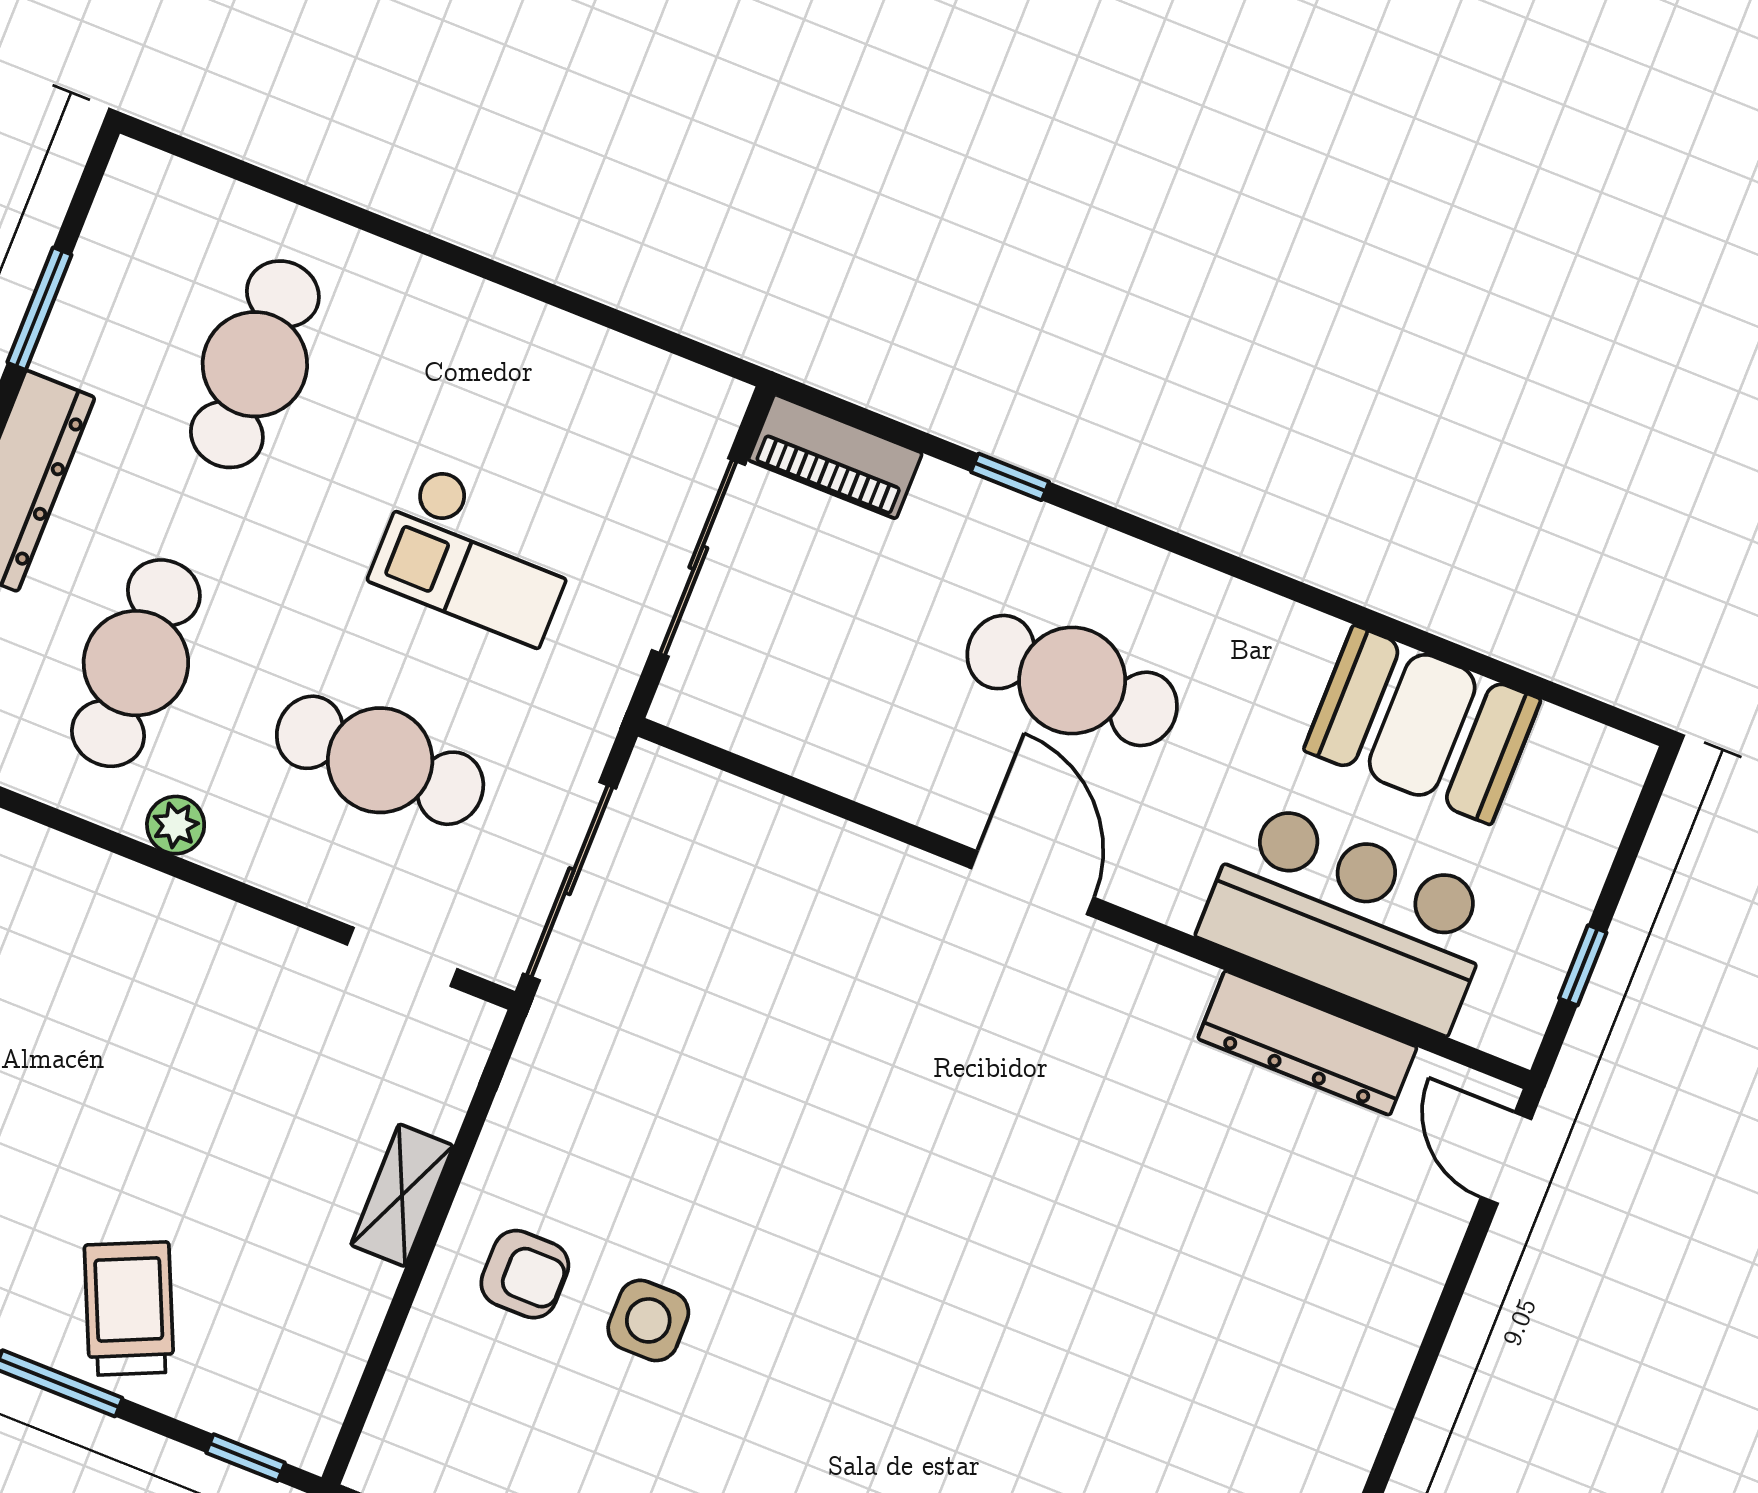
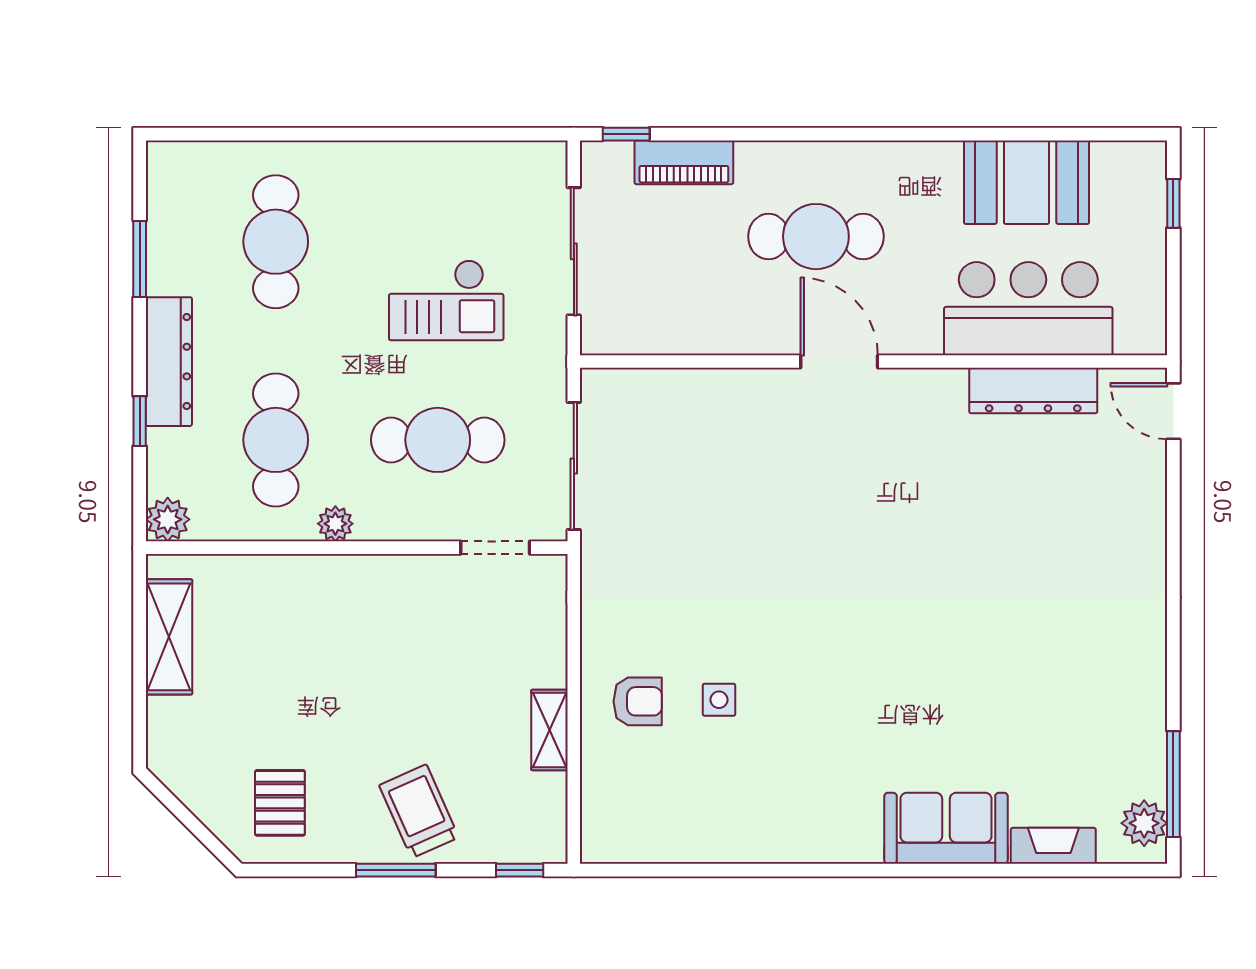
piano: (835, 457) -> (684, 162), moved
window: (1010, 477) -> (626, 134), moved
window: (1583, 965) -> (1173, 203), moved
shelving: (402, 1195) -> (549, 730), moved
side table: (648, 1320) -> (719, 700), width x0.73, depth x0.73

